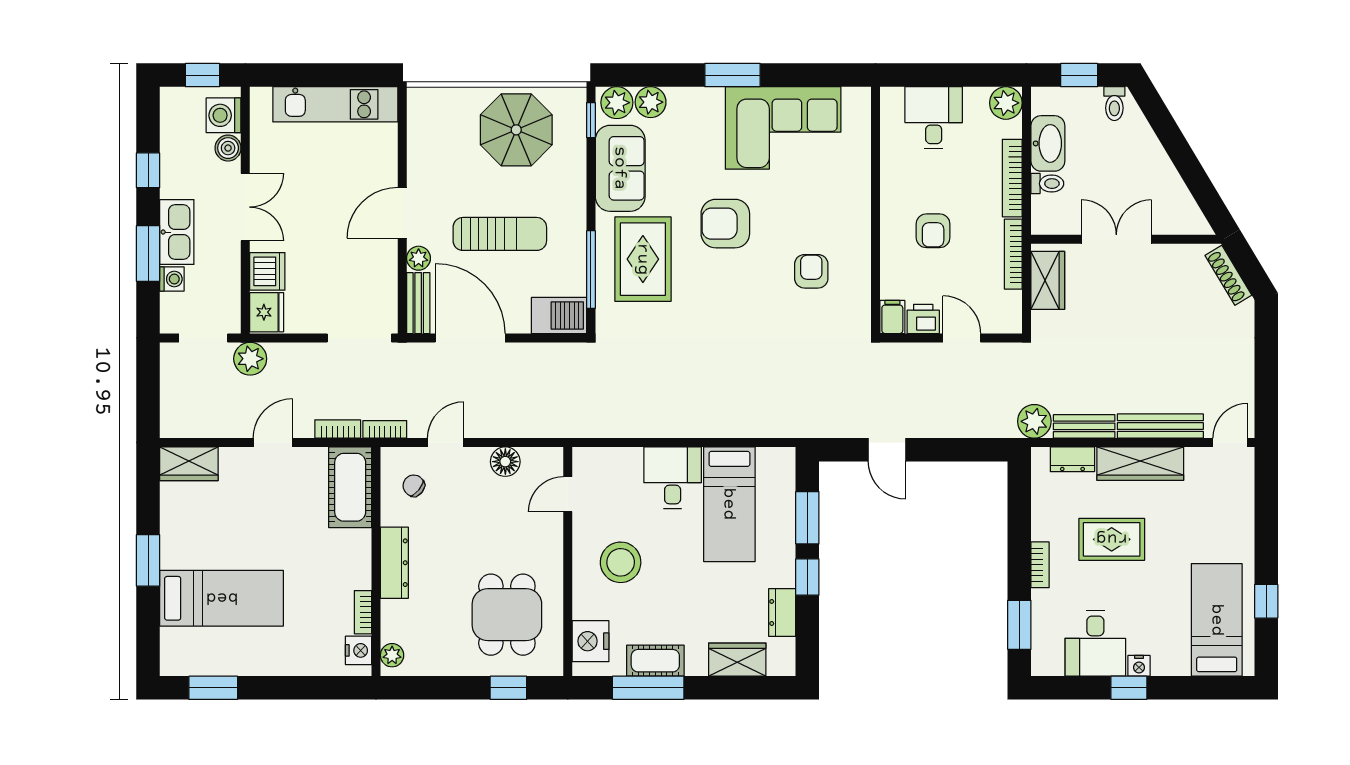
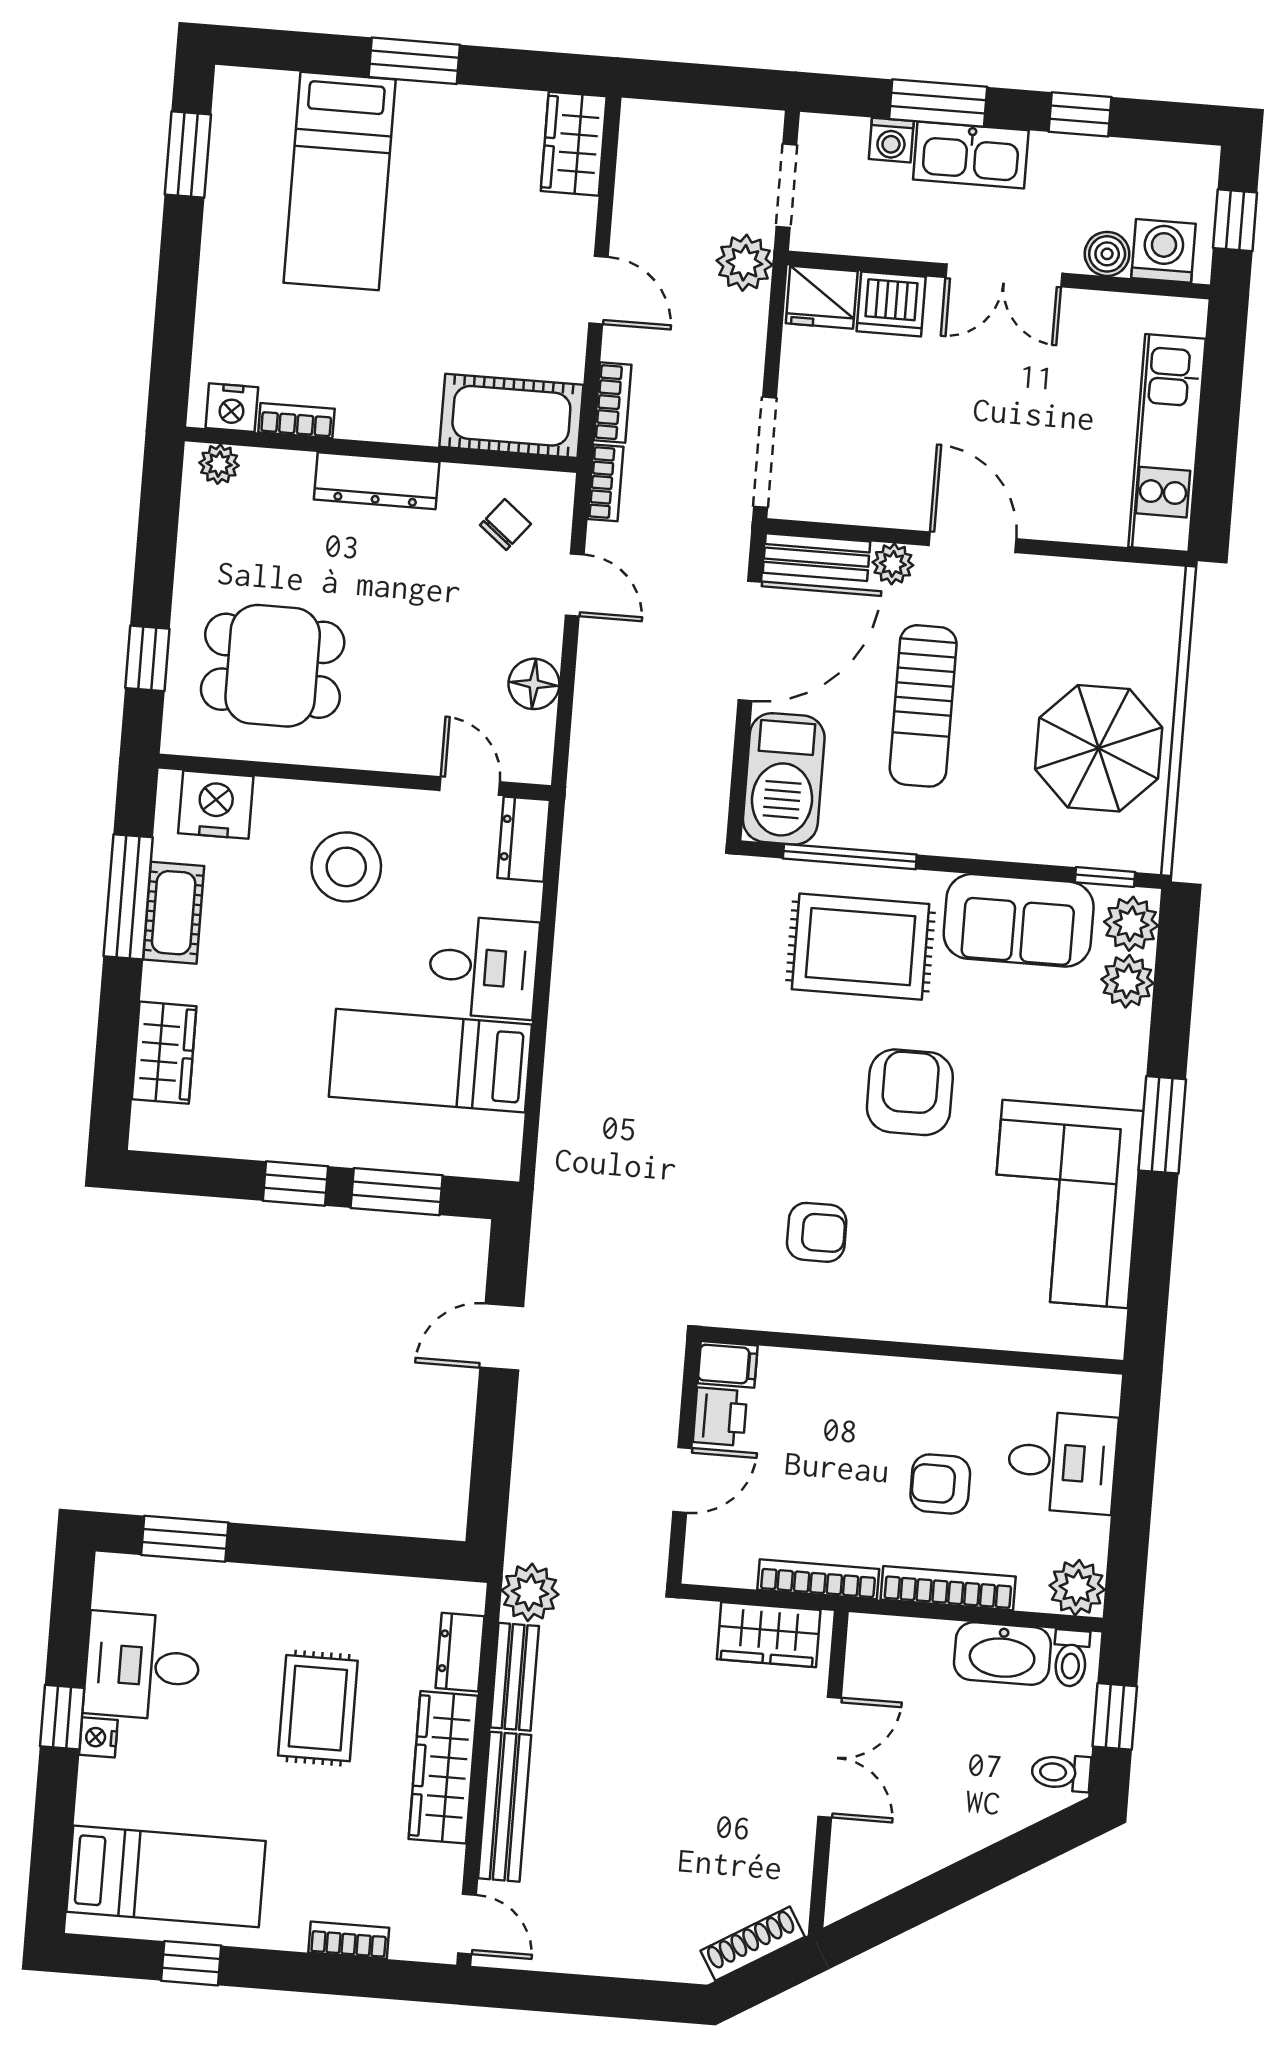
toilet: (1047, 184) -> (1071, 1658), moved
armchair: (933, 231) -> (940, 1484), moved
barbecue: (559, 316) -> (784, 779), width x1.37, depth x1.21
bookcase: (1040, 565) -> (349, 1940), moved, turned 180
dresser: (782, 612) -> (524, 839), moved, turned -90

